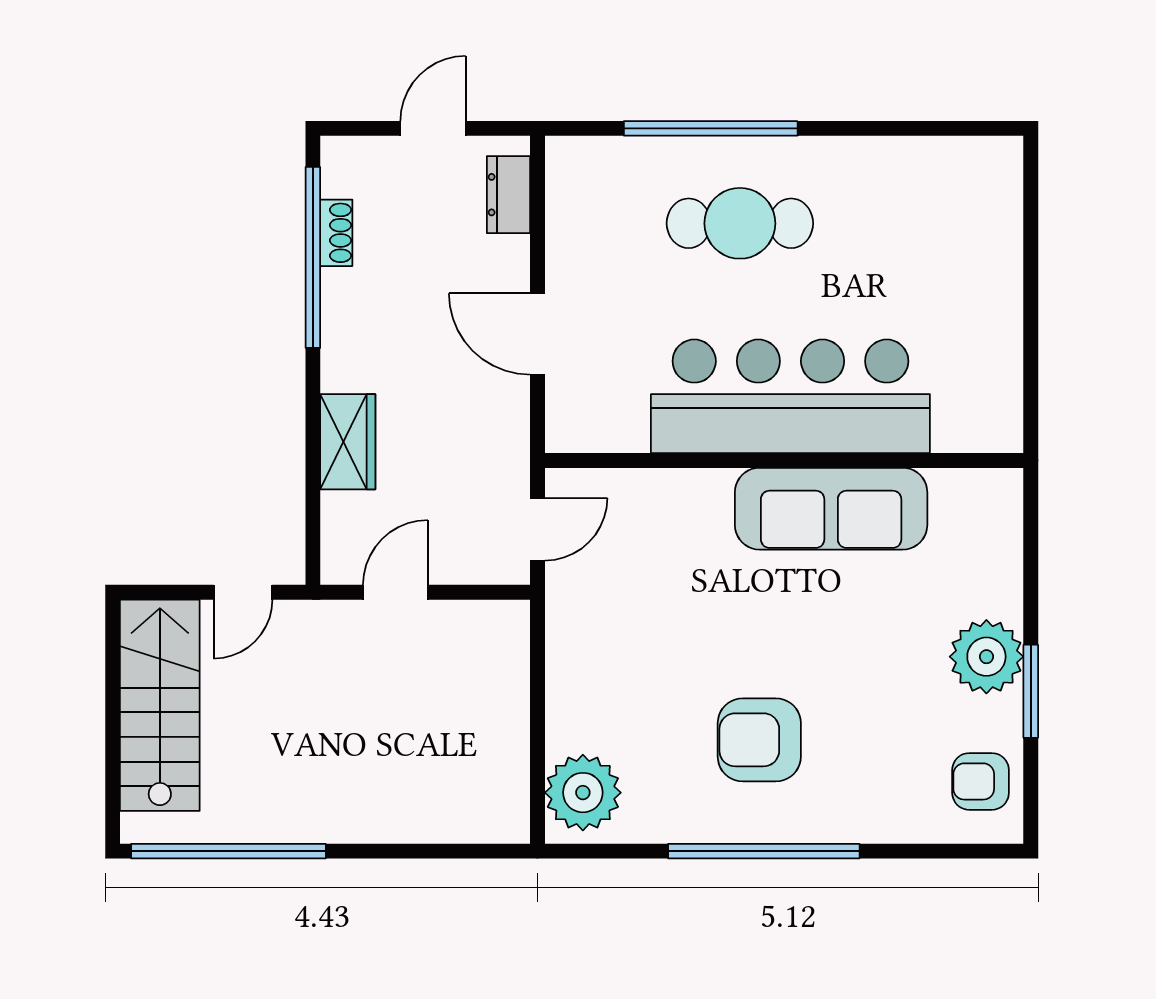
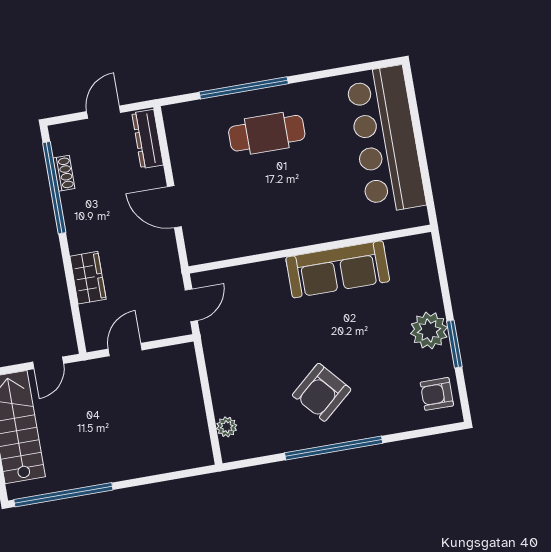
dresser: (508, 195) -> (147, 139), width x1.44
bar counter: (790, 396) -> (386, 140), moved, turned -90
armchair: (759, 740) -> (322, 392), turned -41
plant: (583, 793) -> (227, 427), width x0.53, depth x0.53

